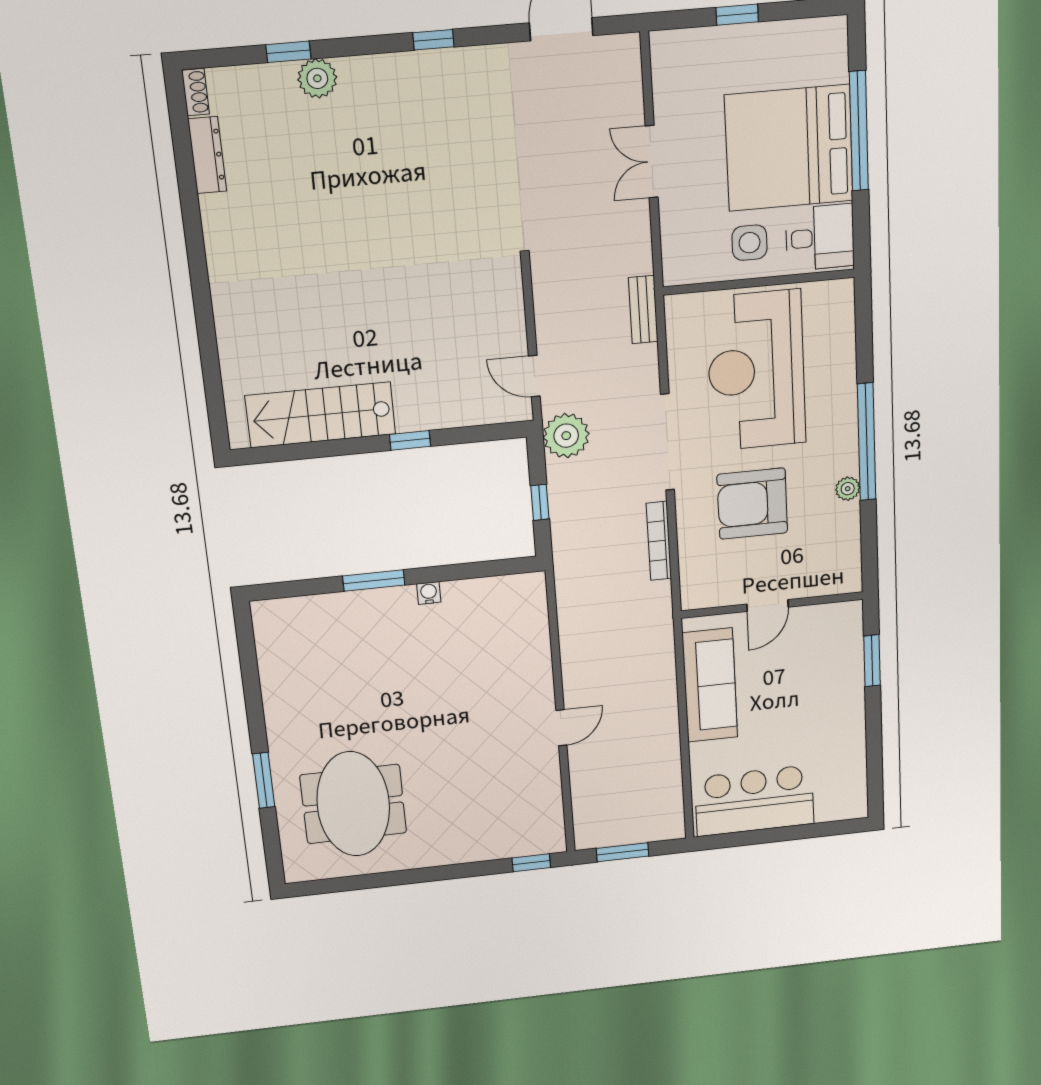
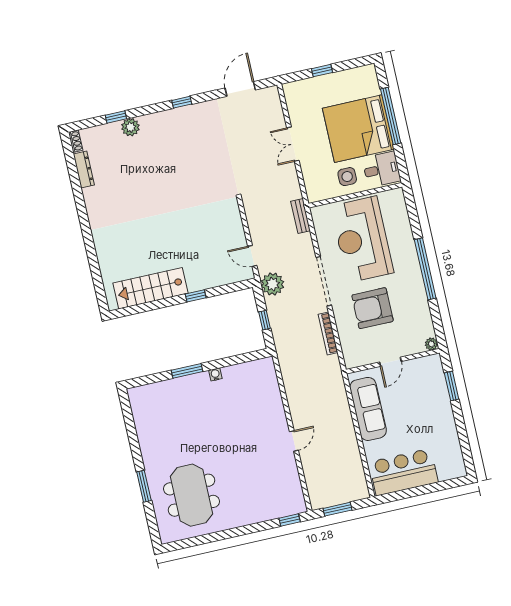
plant: (848, 489) -> (431, 344), moved

